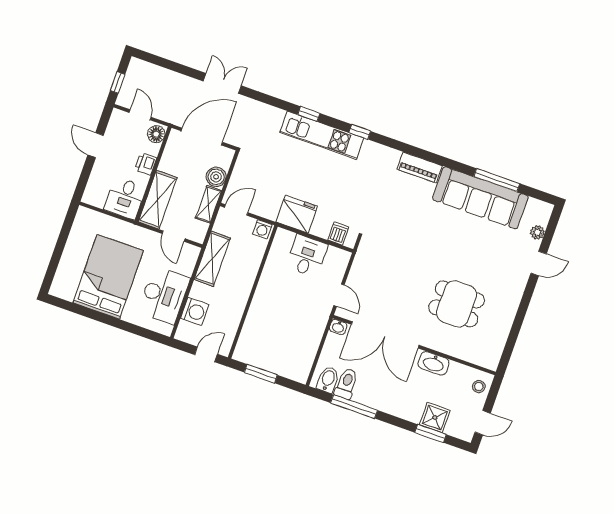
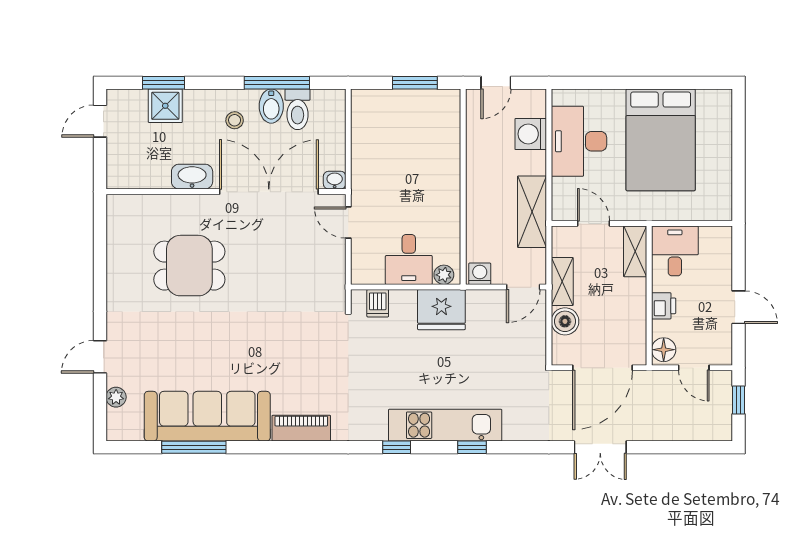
shelving: (158, 200) -> (635, 251), width x0.67, depth x0.75
plant: (287, 237) -> (444, 275), added
bidet: (328, 380) -> (271, 106), moved
stool: (479, 386) -> (235, 120), moved

